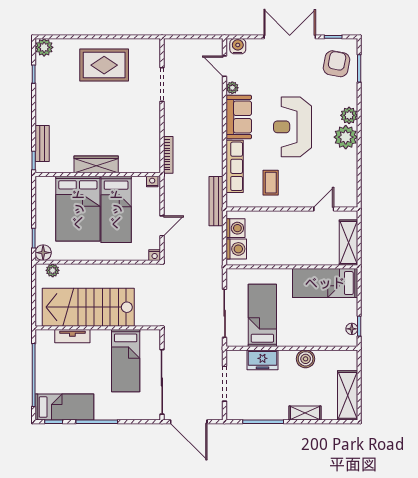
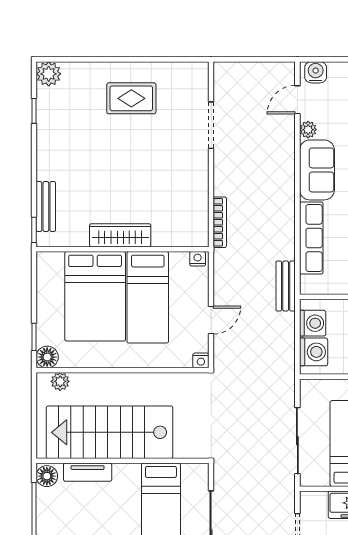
rug: (104, 65) -> (131, 98), width x0.73, depth x0.70
door: (225, 66) -> (297, 100), hinge flipped
bench: (216, 201) -> (286, 286), width x0.73
floor lamp: (43, 339) -> (47, 476), added

